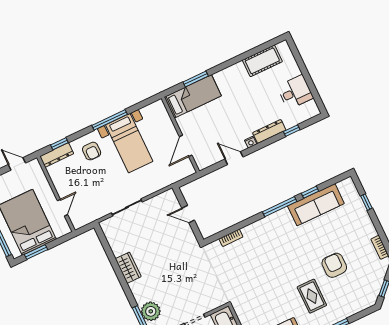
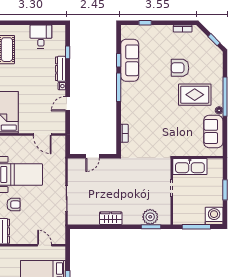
rug: (312, 296) -> (195, 95), width x1.36, depth x1.43

